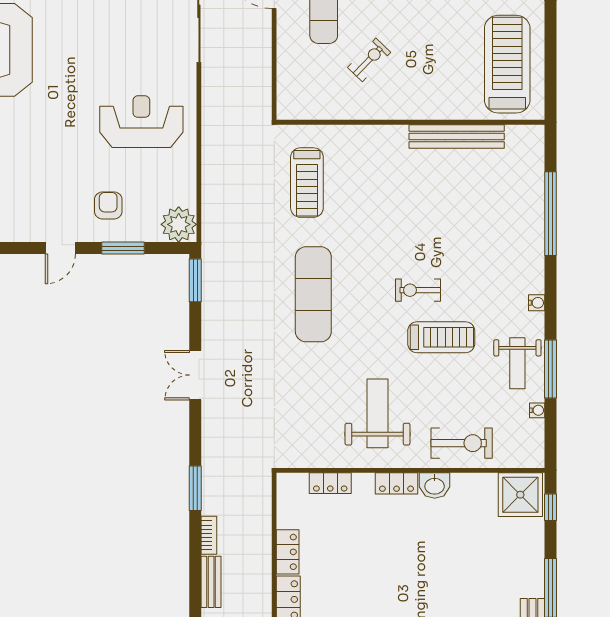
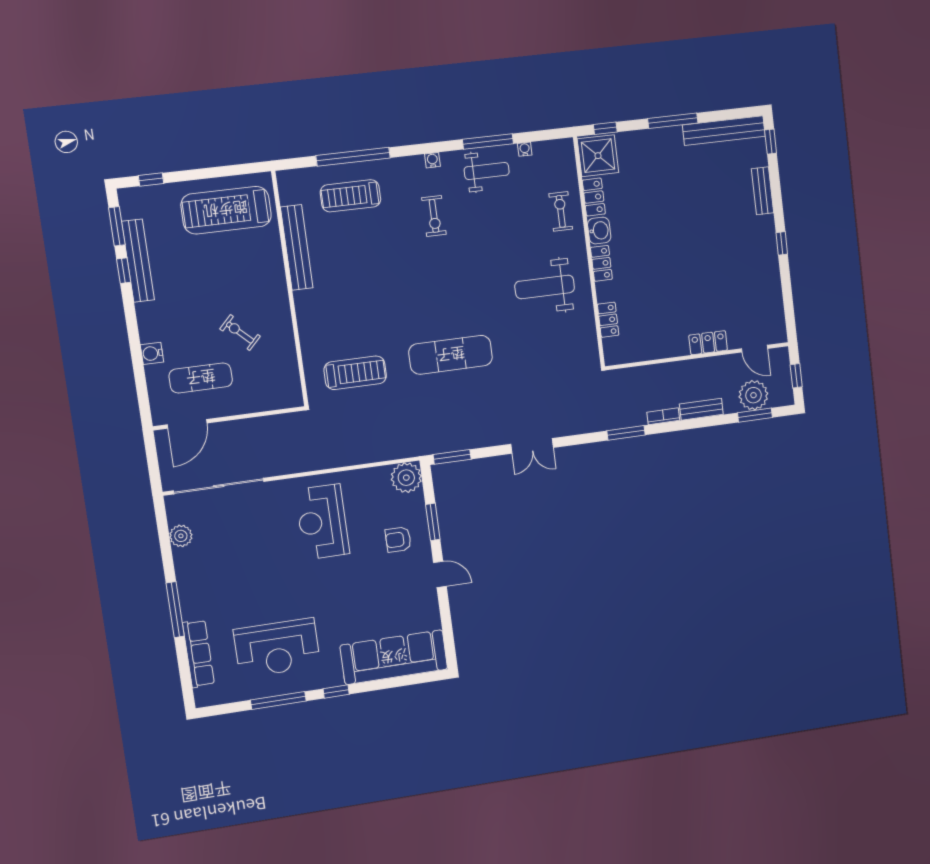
exercise bike: (418, 290) -> (434, 216), moved
treadmill: (441, 337) -> (351, 196), moved, turned -90
exercise bike: (462, 443) -> (561, 211), width x0.73, depth x0.72
locker: (288, 552) -> (594, 197), moved, turned 90

